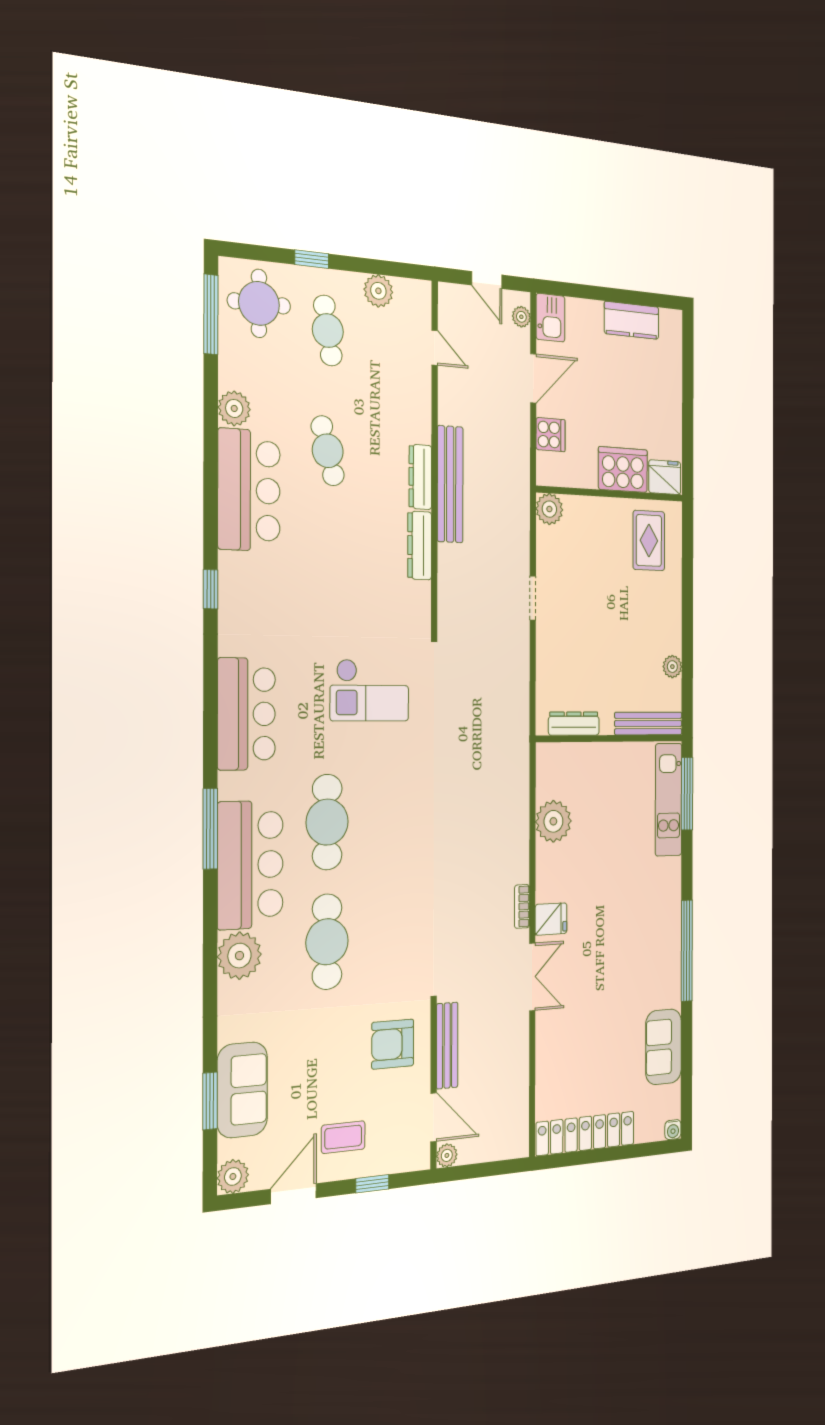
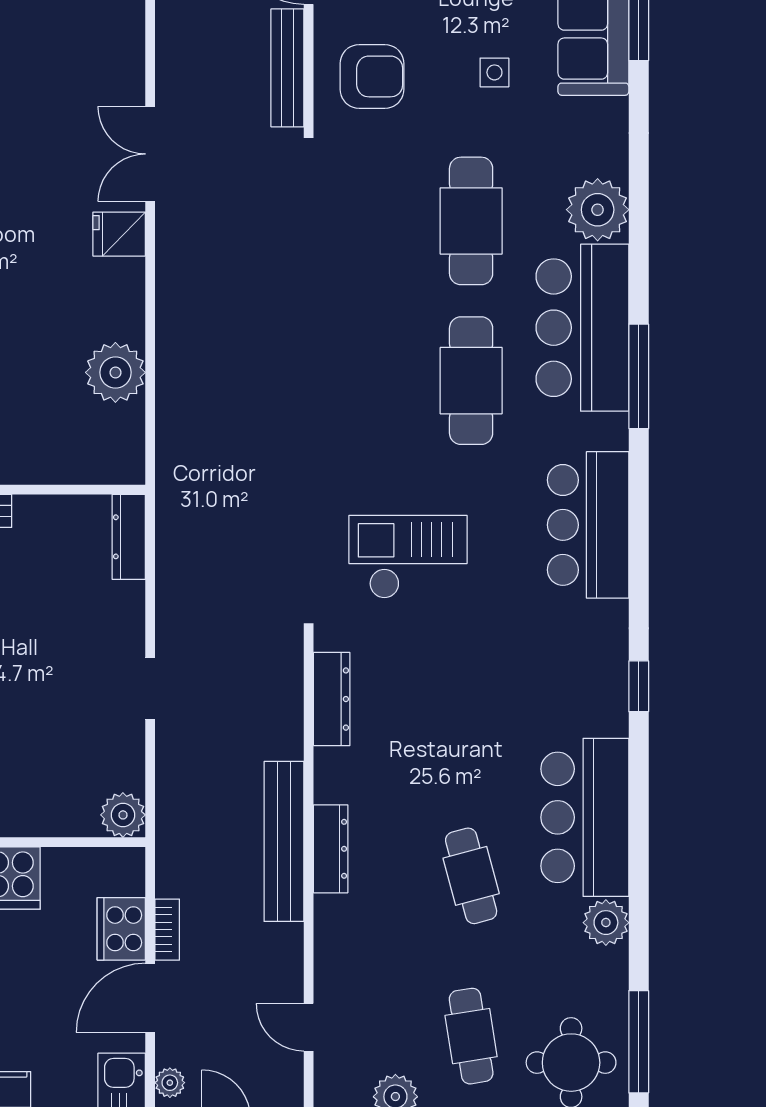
cooker: (551, 435) -> (121, 929), width x1.36
dresser: (420, 545) -> (332, 699), moved
dresser: (574, 724) -> (129, 537), moved, turned 90
bookcase: (522, 906) -> (167, 930), moved
side table: (311, 1054) -> (494, 72), added

